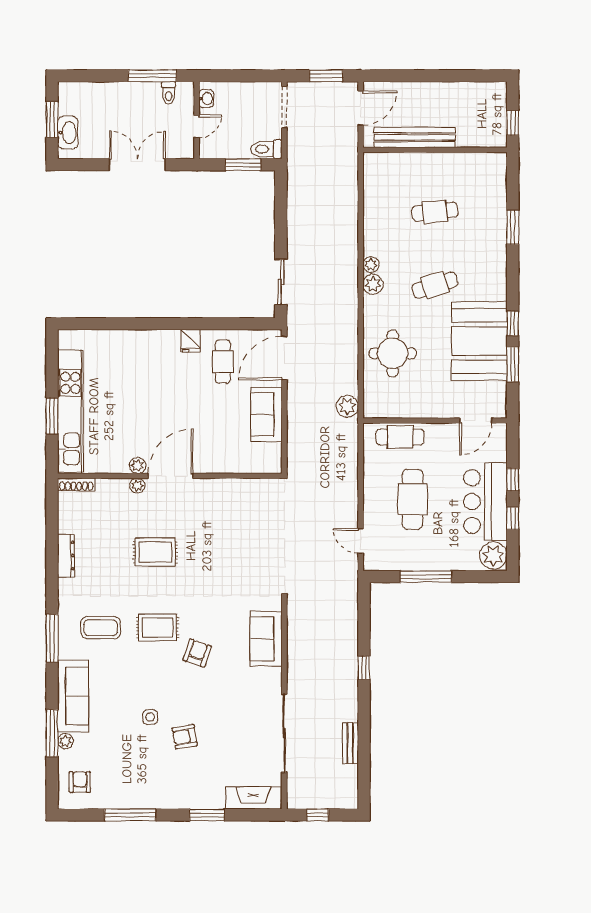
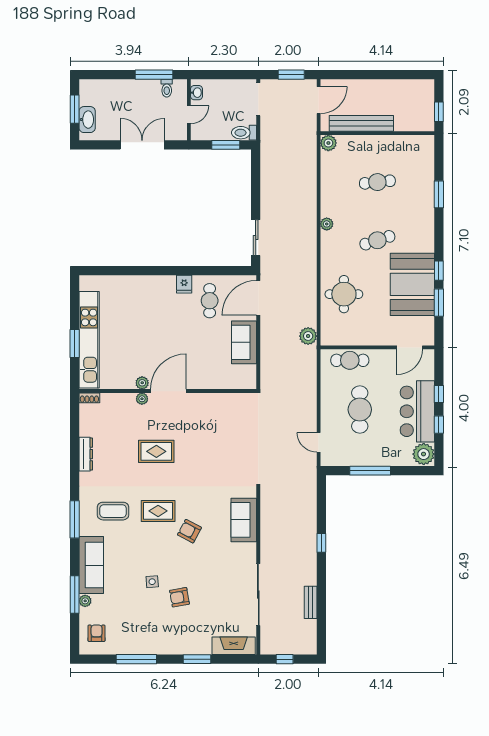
plant: (373, 284) -> (328, 143), moved
shoe rack: (76, 485) -> (89, 398), width x0.70
armchair: (197, 653) -> (189, 531), turned -81

